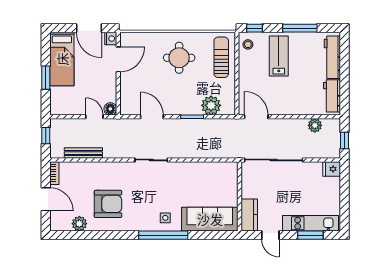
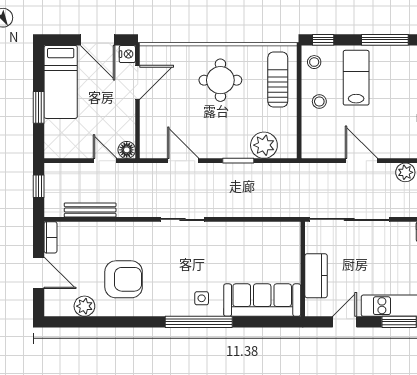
stool: (252, 73) -> (319, 101), added
door: (256, 117) -> (361, 161), moved
kitchen counter: (249, 215) -> (316, 276), moved
door: (270, 235) -> (345, 322), swing flipped

